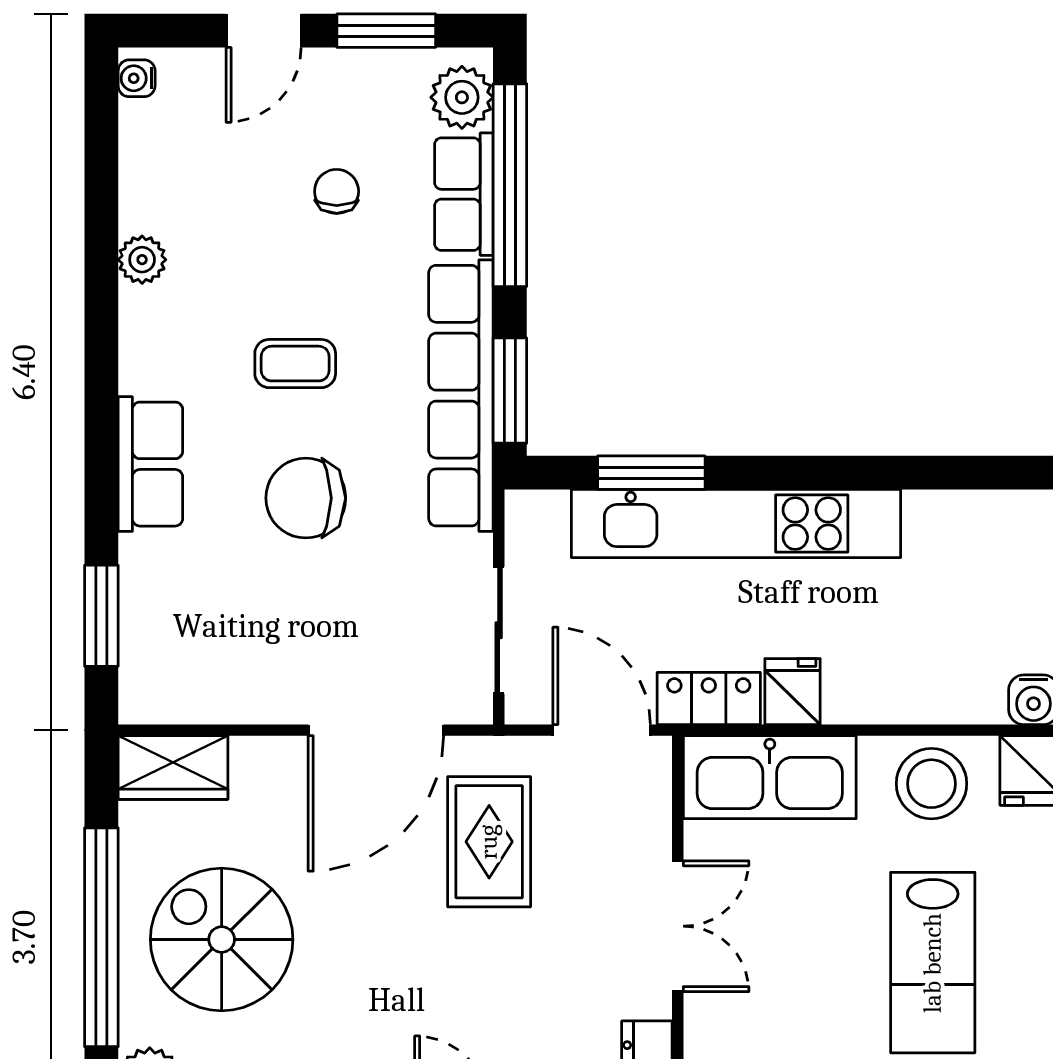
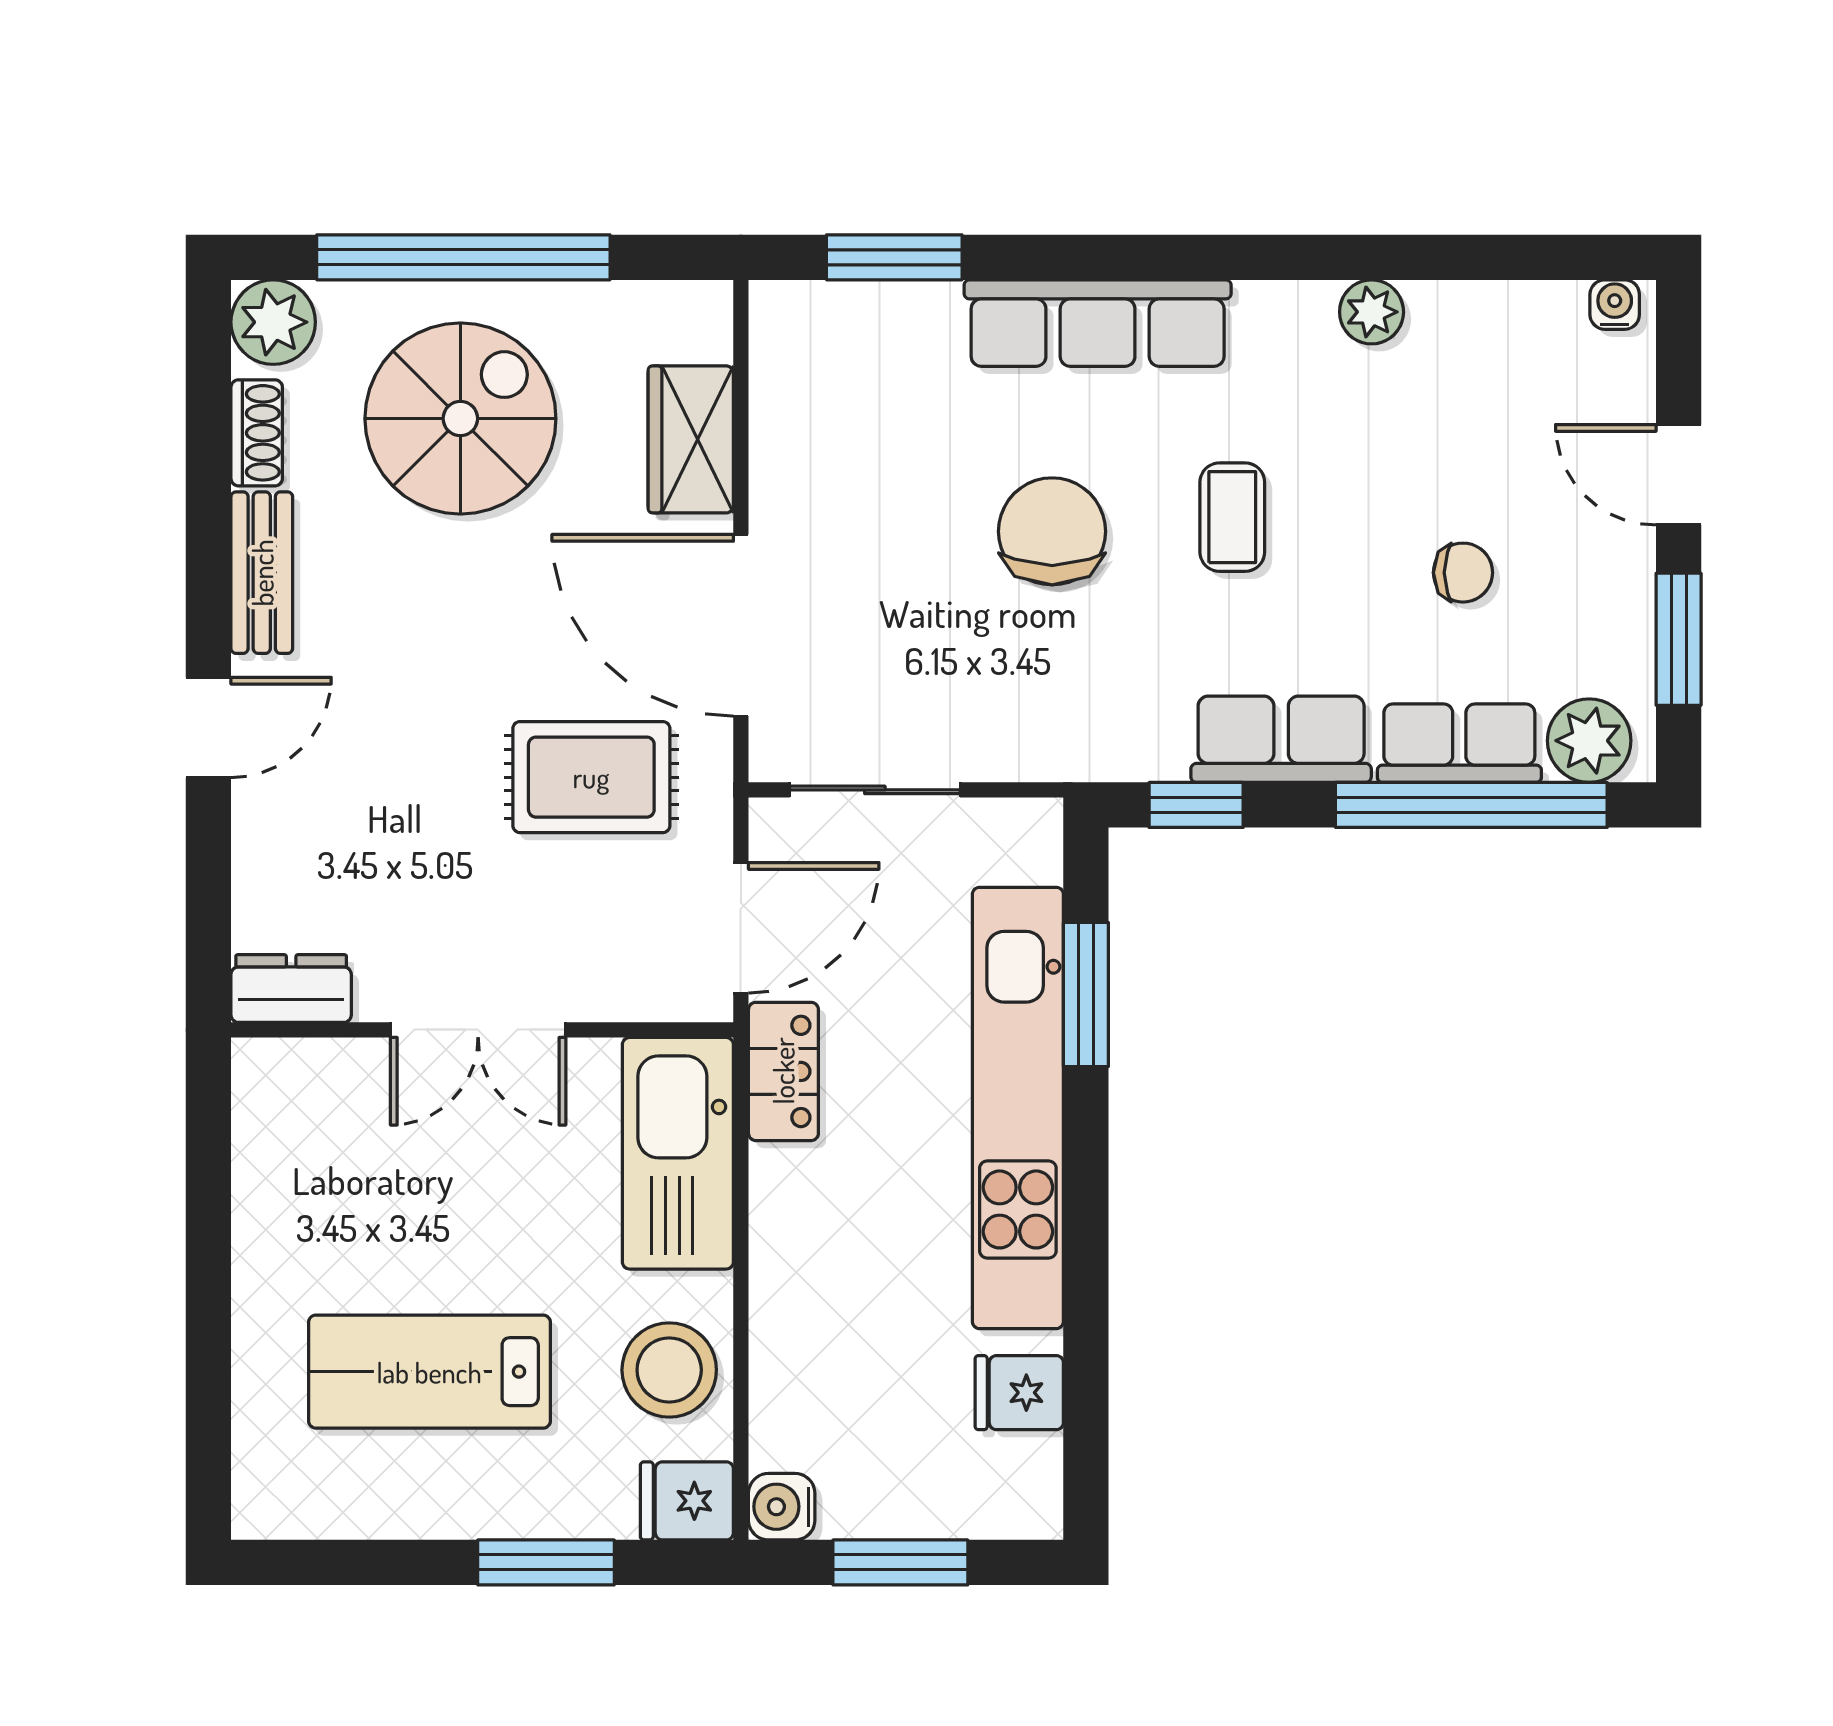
window: (510, 391) -> (1196, 805), width x0.67
row of seats: (461, 396) -> (1281, 739), width x0.50
row of seats: (150, 464) -> (1098, 323), width x1.48
fridge: (793, 692) -> (1019, 1393), moved, turned 180
wardrobe: (173, 768) -> (691, 439), moved

